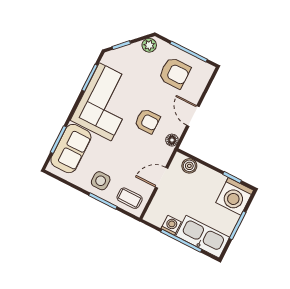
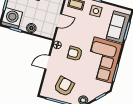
armchair: (175, 73) -> (64, 86), turned 103
door: (193, 116) -> (48, 62), swing flipped
boiler: (189, 166) -> (31, 28), moved

